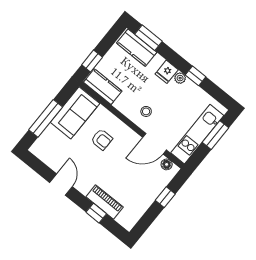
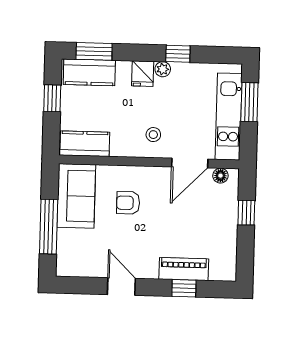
window: (92, 61) -> (52, 98), moved
armchair: (102, 140) -> (128, 203), turned 180

